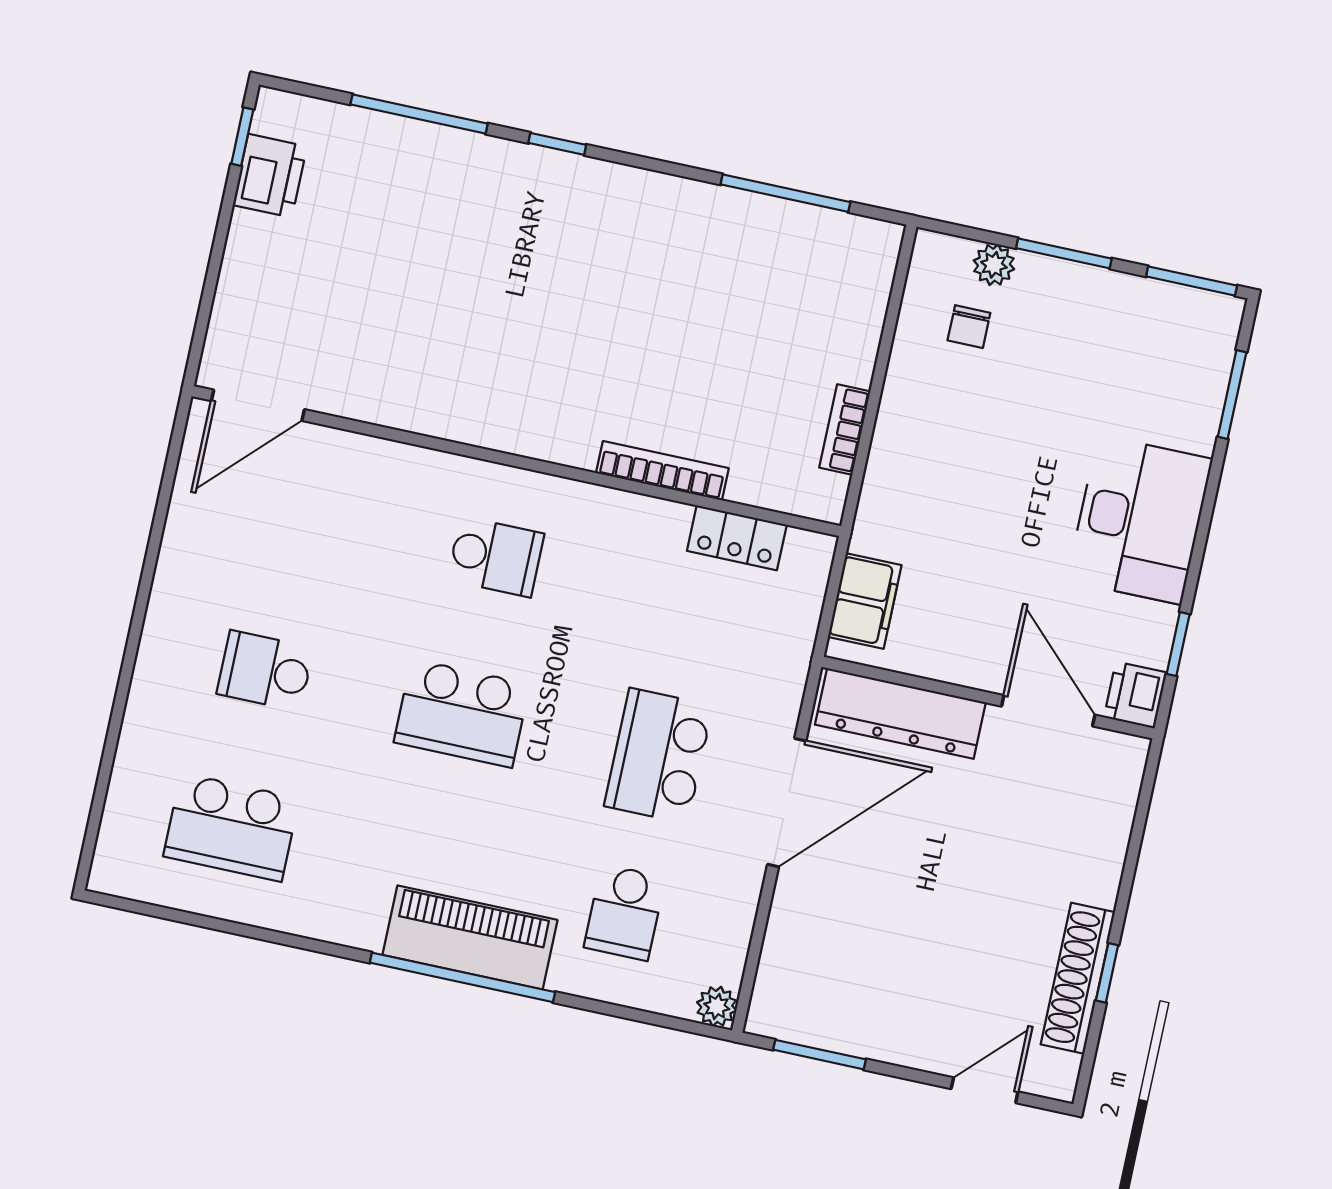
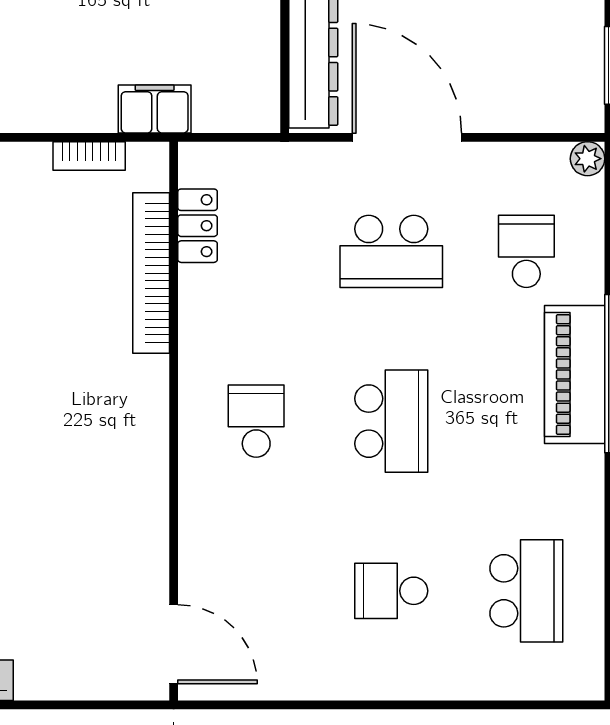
bookcase: (662, 471) -> (151, 273), width x1.48, depth x1.31
filing cabinet: (865, 601) -> (155, 109), moved
school desk: (265, 671) -> (391, 591), turned 90
school desk: (625, 912) -> (526, 251), turned -90

